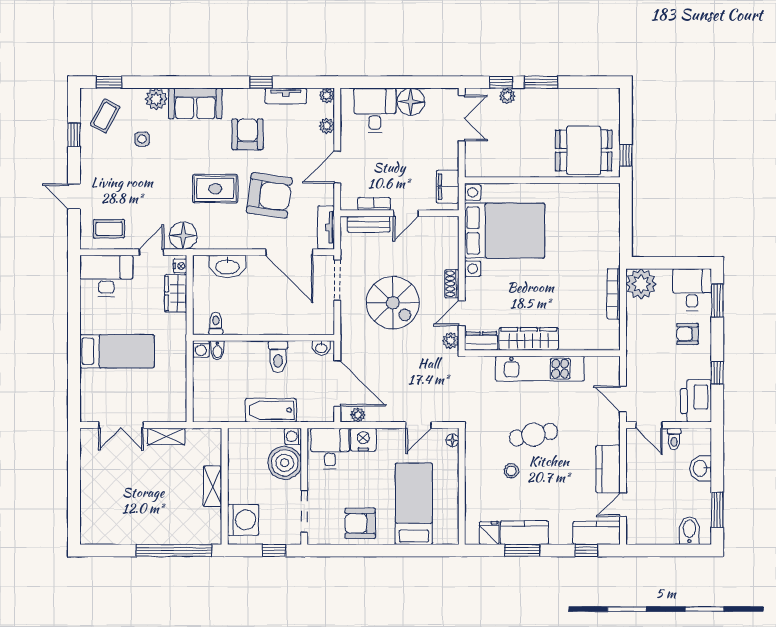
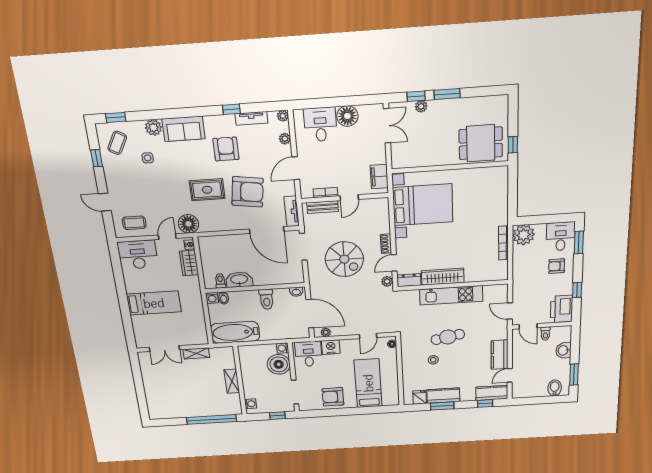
washbasin: (227, 266) -> (239, 280), moved, turned 180
bathtub: (271, 410) -> (235, 332), moved, width x1.36, depth x1.36
washing machine: (243, 520) -> (250, 404), width x0.53, depth x0.53

